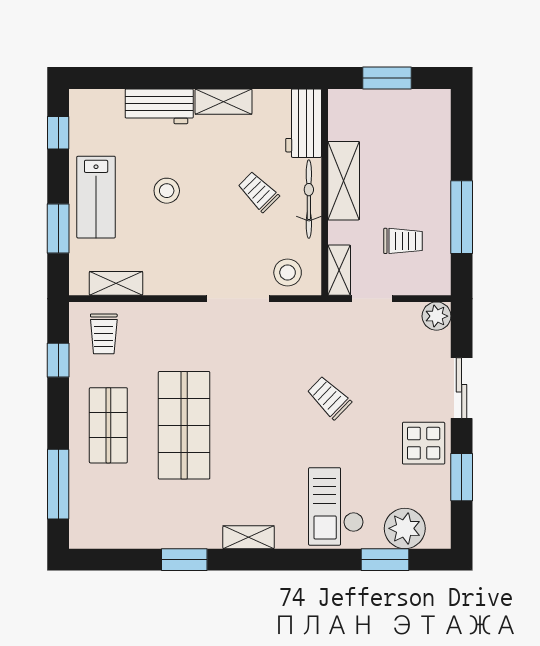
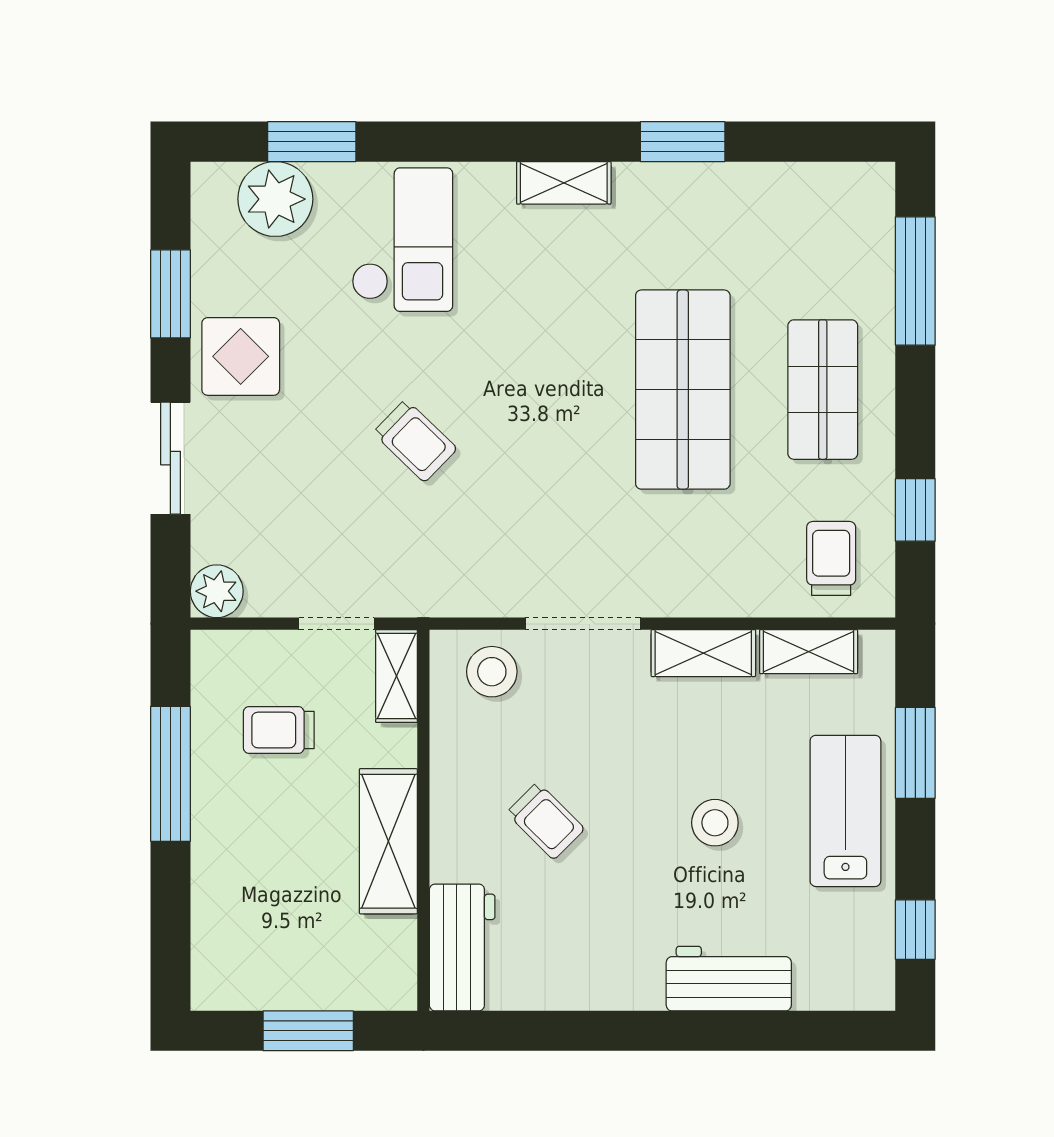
shelving: (224, 102) -> (703, 653), moved
bicycle: (309, 199) -> (452, 807), removed

